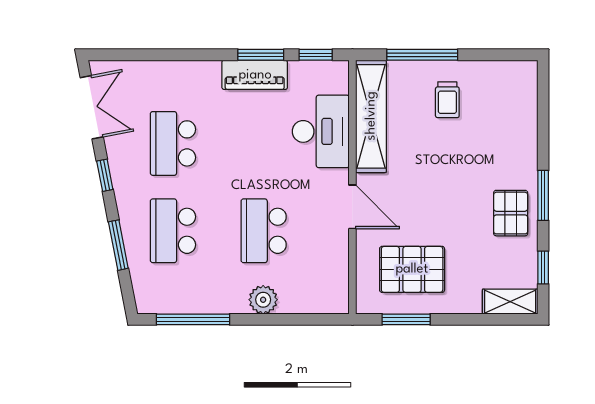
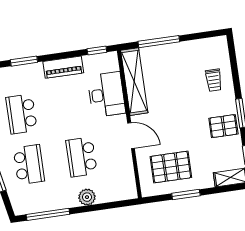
window: (261, 55) -> (24, 61), moved
trolley: (447, 100) -> (214, 80), moved
pallet: (511, 213) -> (223, 126), turned 90
school desk: (173, 231) -> (29, 165), turned 180
window: (406, 319) -> (186, 194), moved

